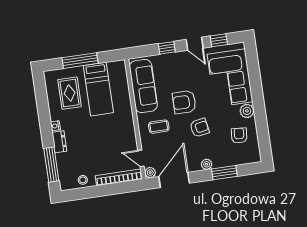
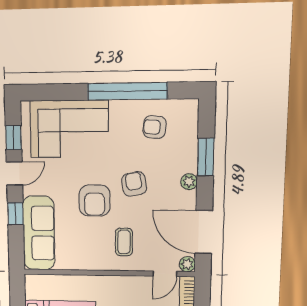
sofa: (143, 86) -> (39, 233), moved, turned 90
plant: (247, 111) -> (120, 110), removed
window: (260, 114) -> (127, 91), added

